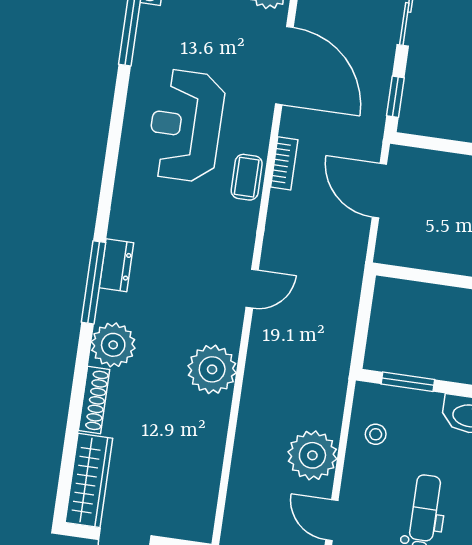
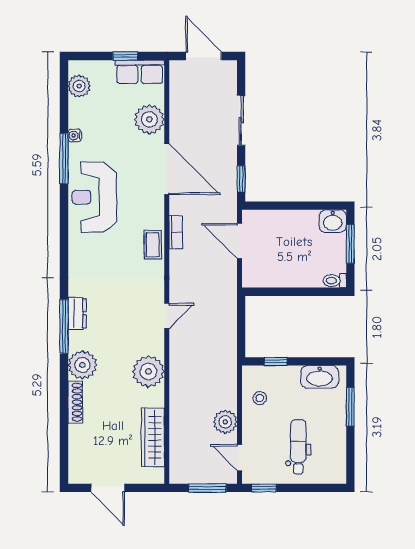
reception desk: (186, 126) -> (94, 197), moved
window: (408, 382) -> (276, 361), width x0.67
plant: (312, 455) -> (225, 422), width x0.73, depth x0.73
wardrobe: (89, 480) -> (153, 437), moved, turned 180

